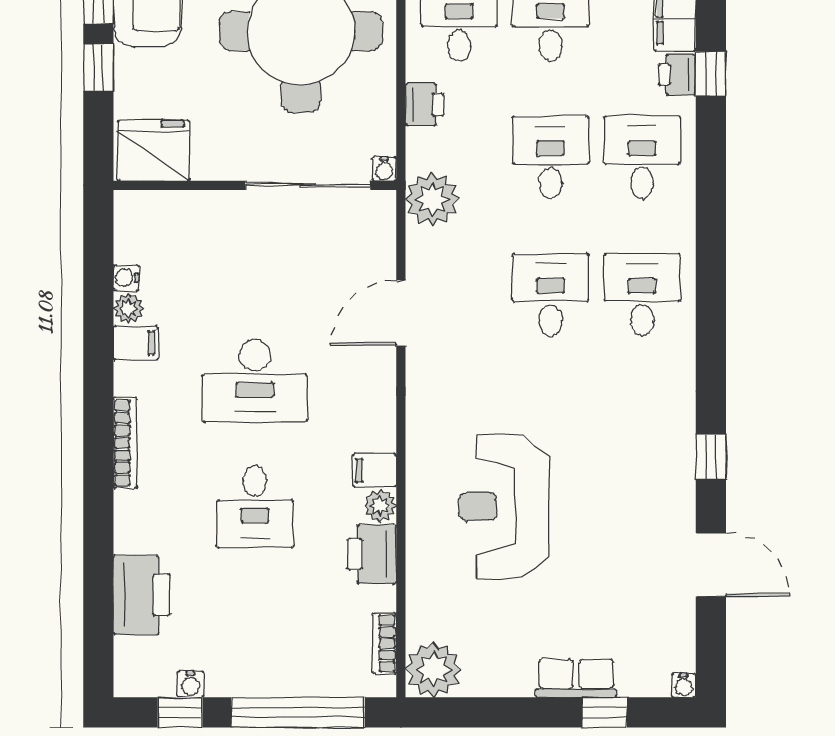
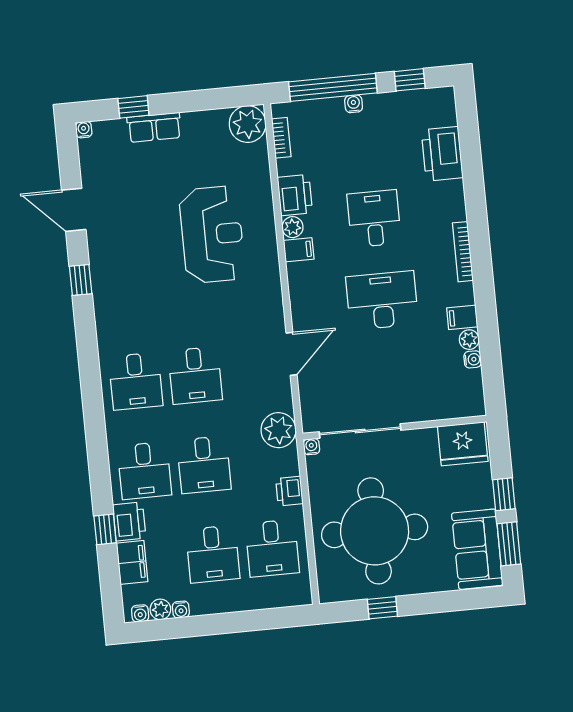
printer: (677, 75) -> (129, 522), width x1.36, depth x1.24
water cooler: (190, 684) -> (354, 104), moved

